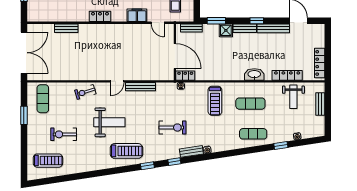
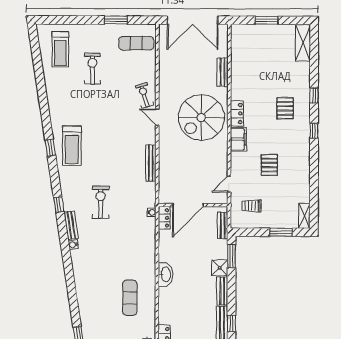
filing cabinet: (137, 15) -> (238, 139), moved
window: (257, 21) -> (231, 323), moved
spiral stairs: (103, 46) -> (201, 118), added
washbasin: (254, 74) -> (166, 274), moved
door: (117, 81) -> (157, 117), moved
treadmill: (215, 101) -> (133, 254), removed
weight bench: (109, 122) -> (107, 125), removed
exercise bike: (173, 128) -> (101, 202), turned 180
exercise mat: (253, 134) -> (93, 301), removed
window: (147, 166) -> (50, 148), moved

